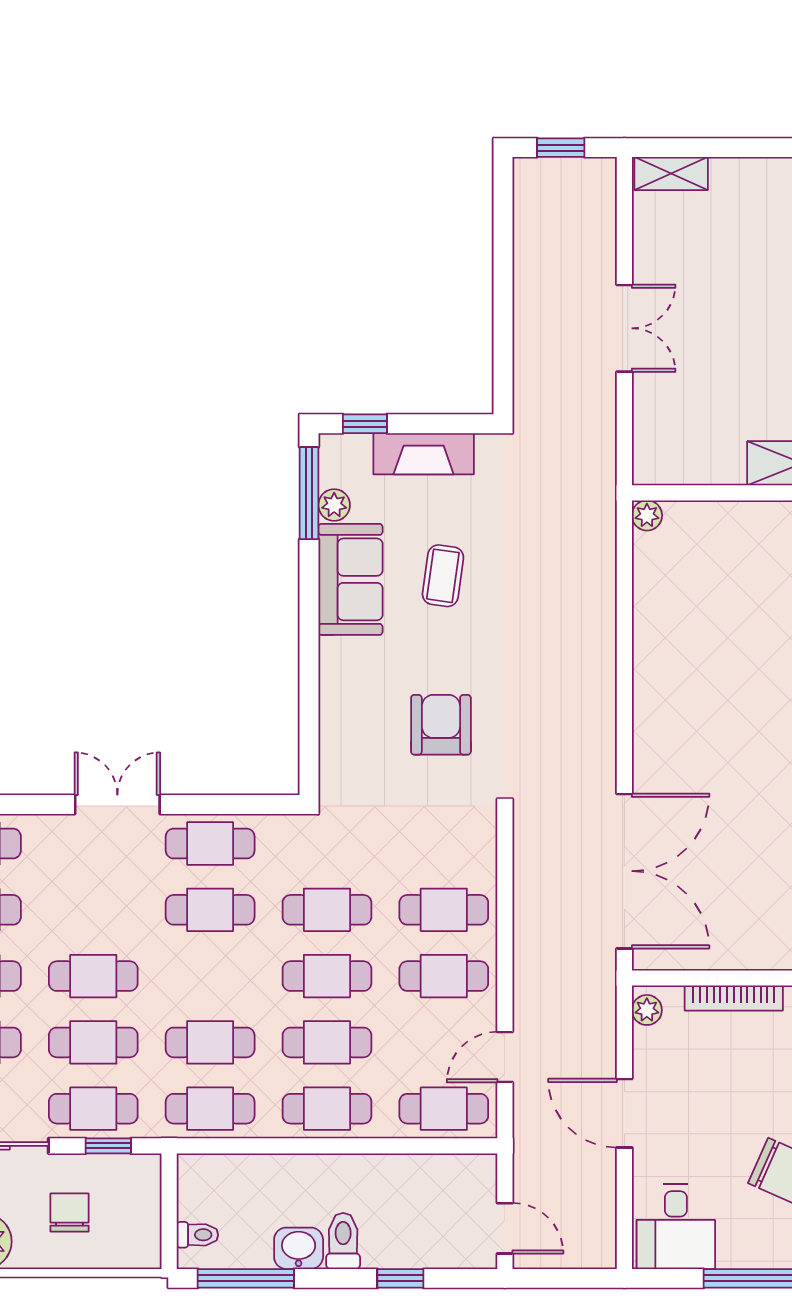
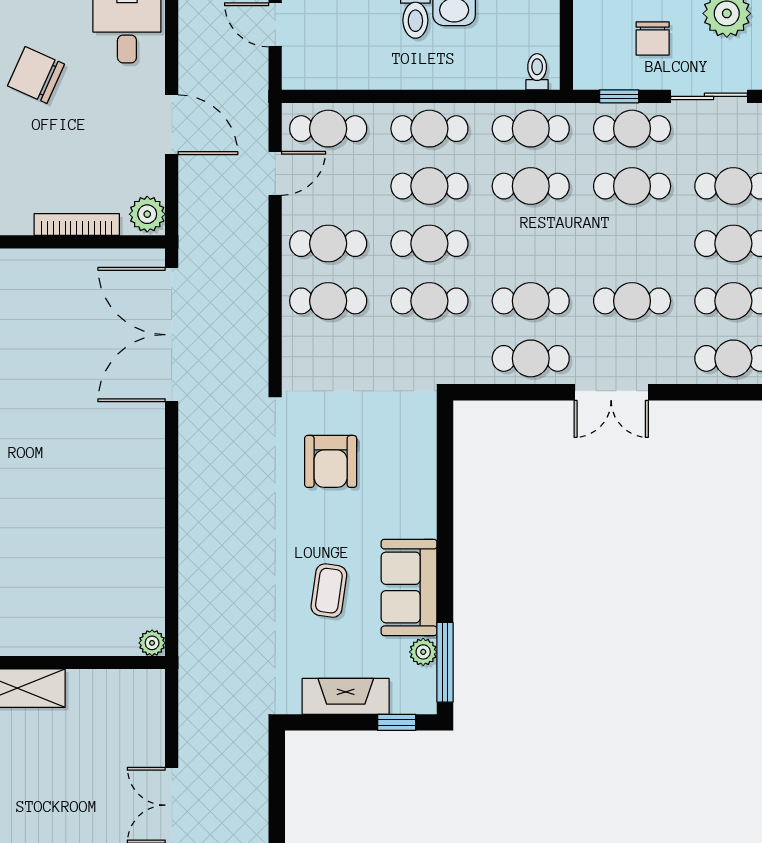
cafe table: (93, 976) -> (632, 301), moved
plant: (647, 1010) -> (147, 214), width x1.38, depth x1.38
toilet: (197, 1235) -> (537, 72), moved, turned 90

